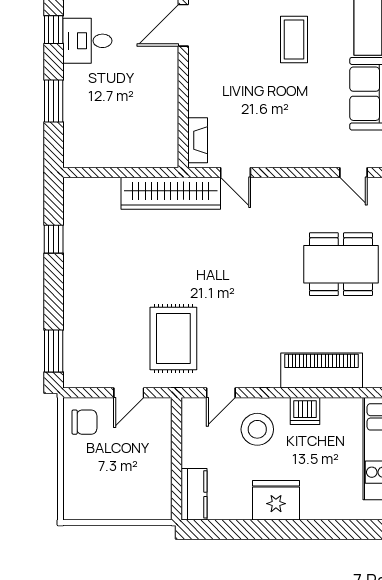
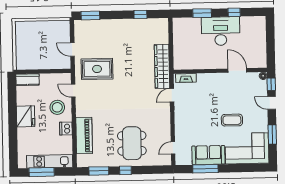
desk: (87, 41) -> (221, 31), width x1.87, depth x1.30
chair: (84, 422) -> (59, 30), removed

